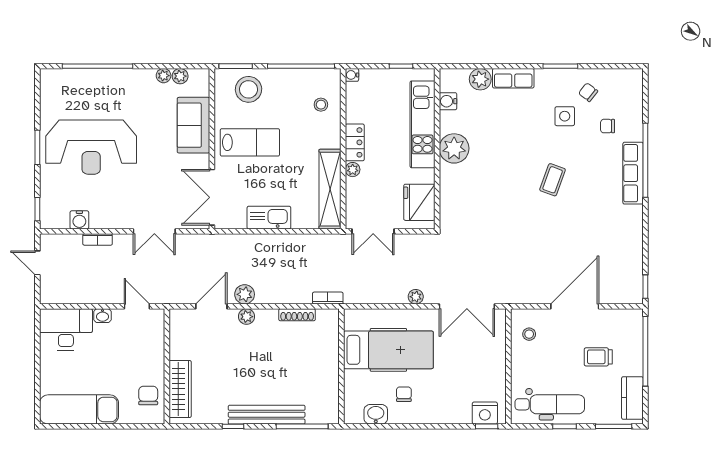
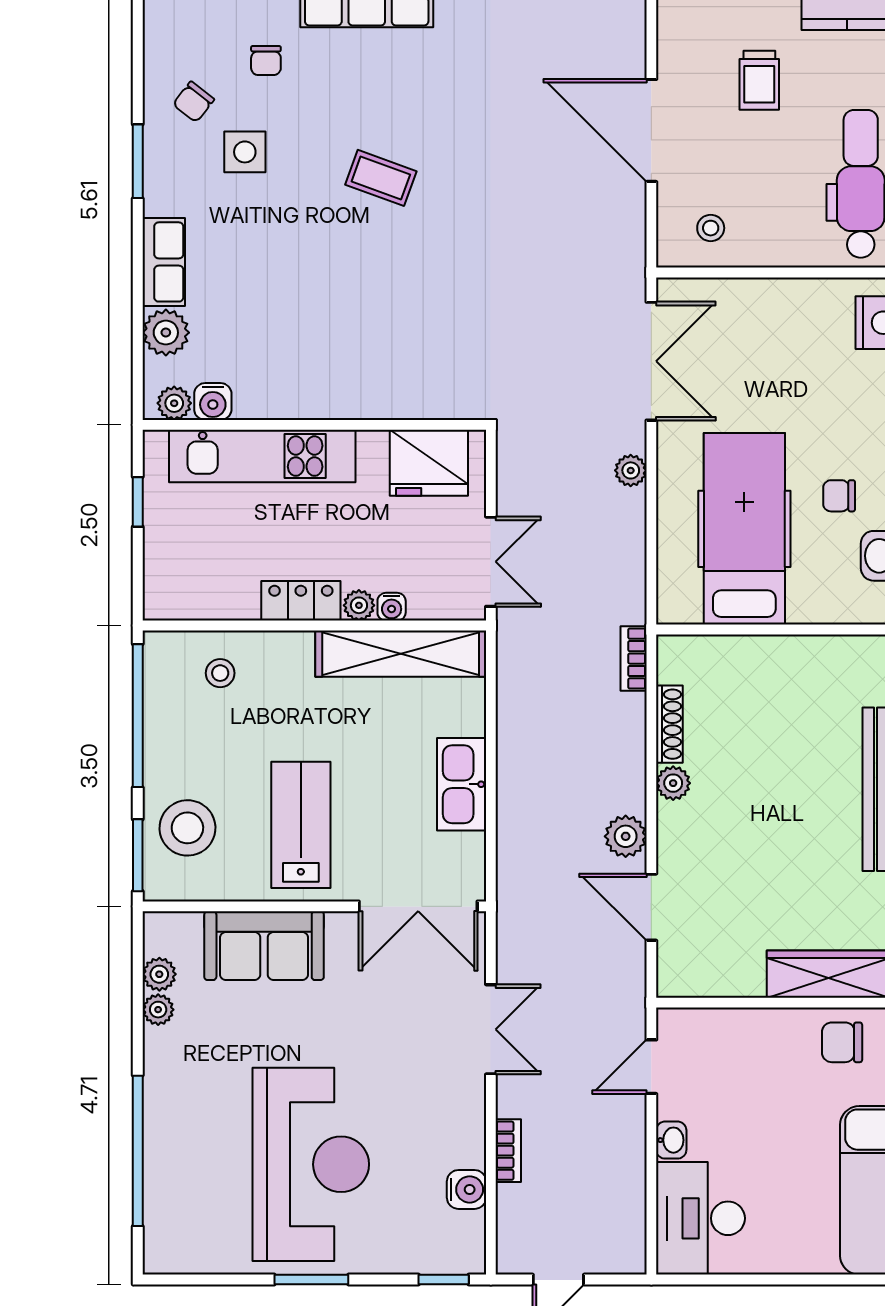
water cooler: (352, 75) -> (392, 607), moved
plant: (454, 148) -> (174, 403), moved, width x0.53, depth x0.53
plant: (247, 317) -> (673, 783), moved

